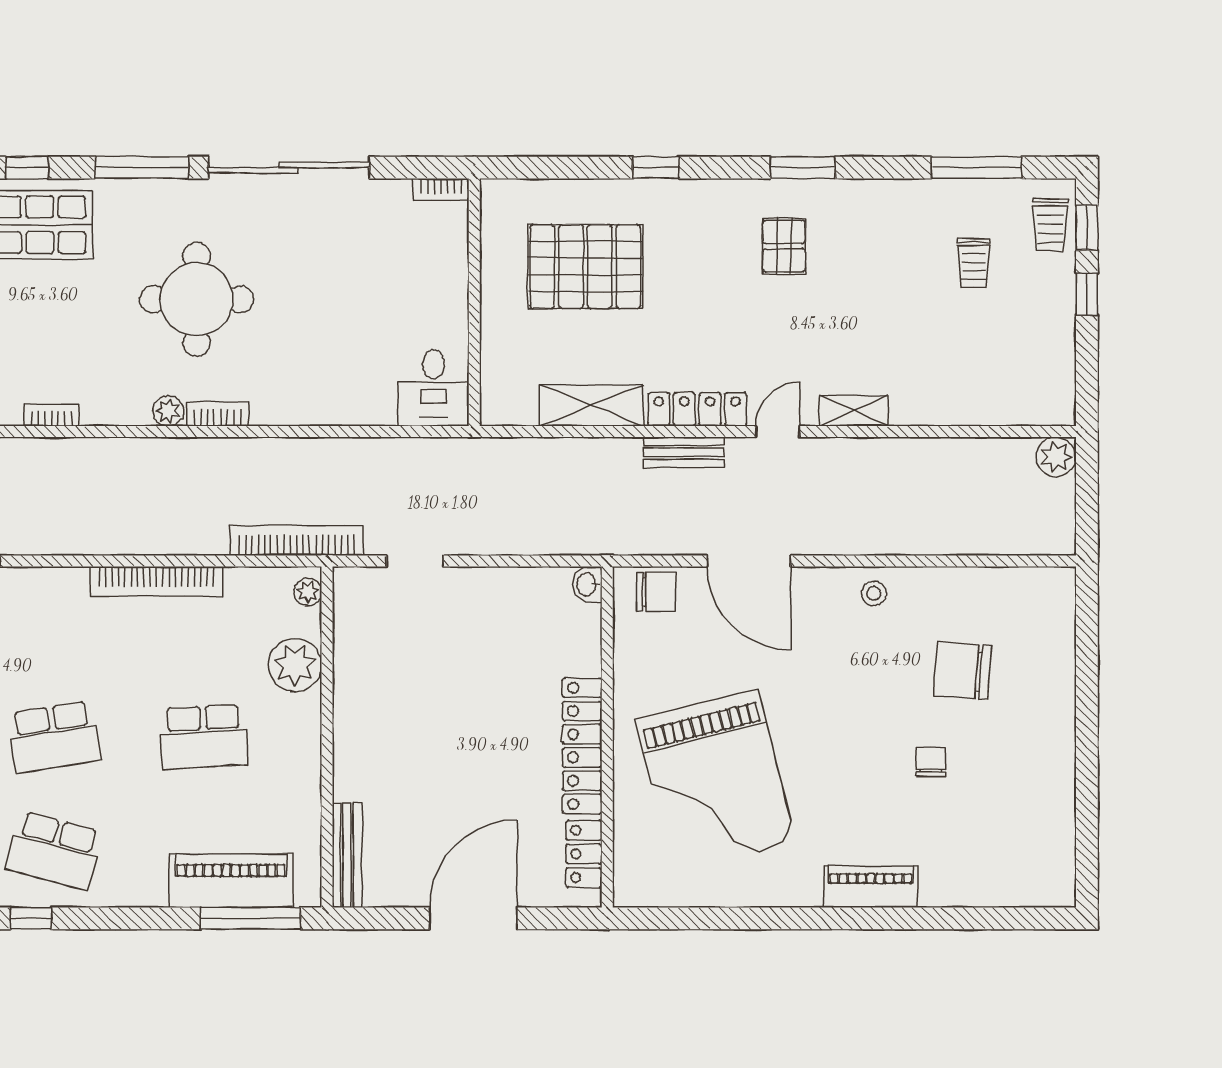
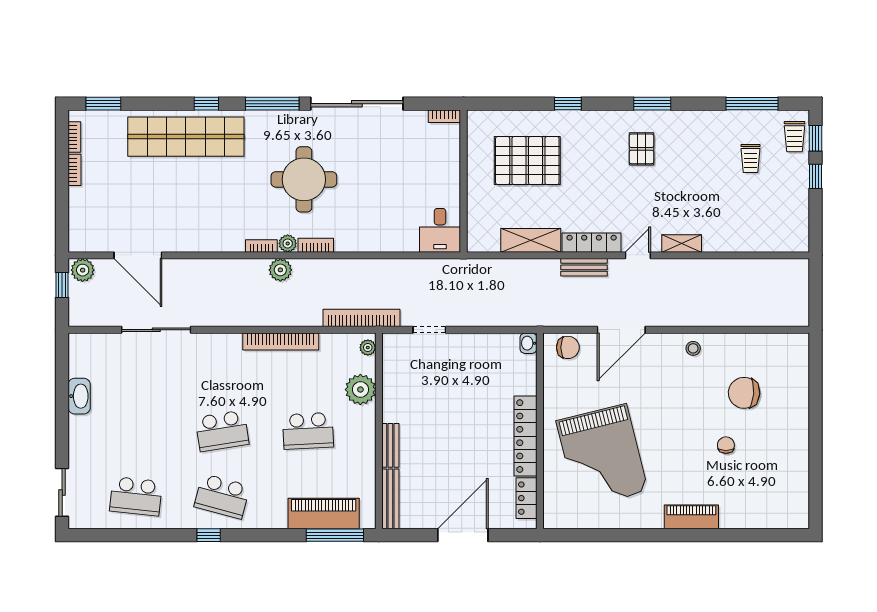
bookcase: (52, 415) -> (261, 246), moved
plant: (1056, 457) -> (280, 270), moved
door: (749, 561) -> (621, 330), hinge flipped
bench: (347, 762) -> (390, 445), added

